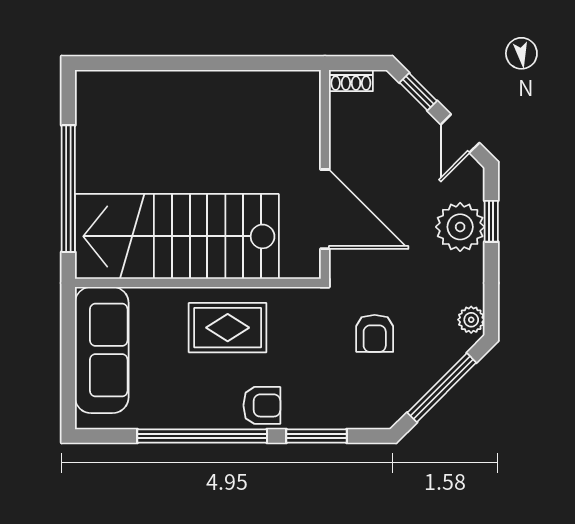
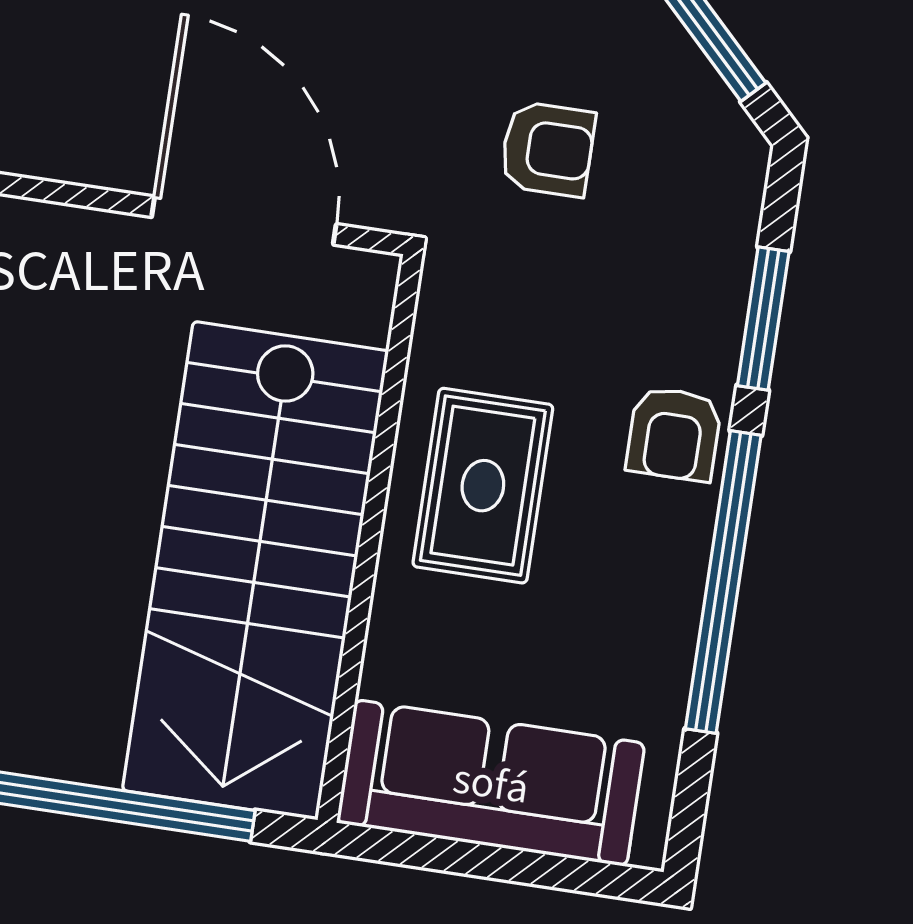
door: (325, 209) -> (244, 221), hinge flipped
armchair: (262, 405) -> (674, 434), turned 180

